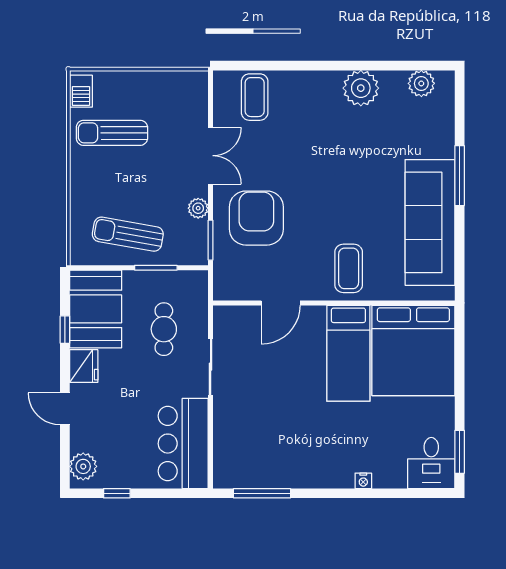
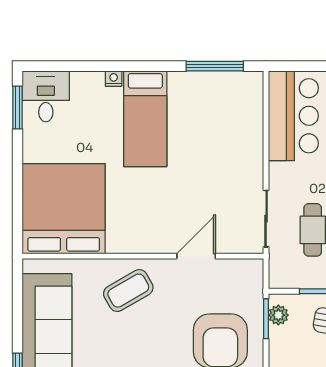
plant: (198, 208) -> (278, 315), moved
coffee table: (349, 268) -> (128, 291), turned 60
bed: (348, 353) -> (145, 119), moved, turned 180
sliding door: (211, 367) -> (266, 219), moved

